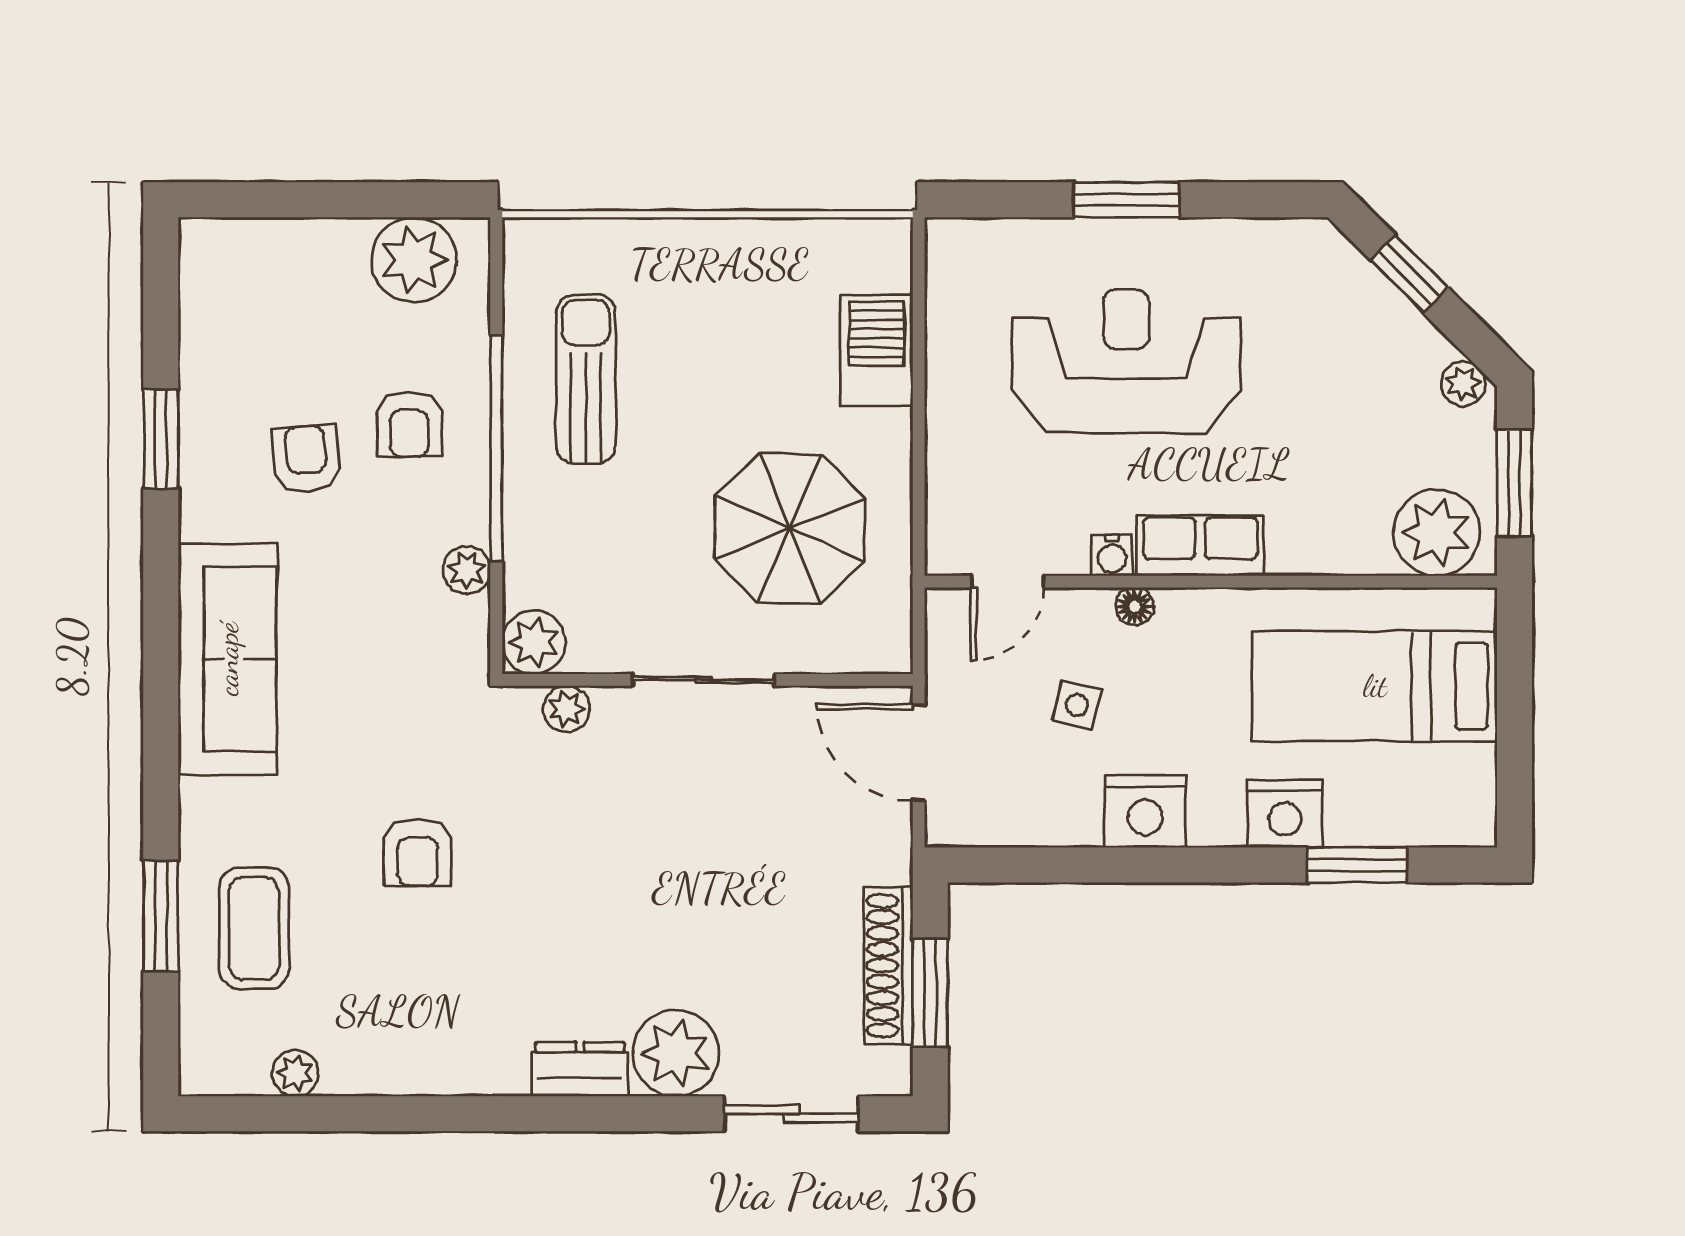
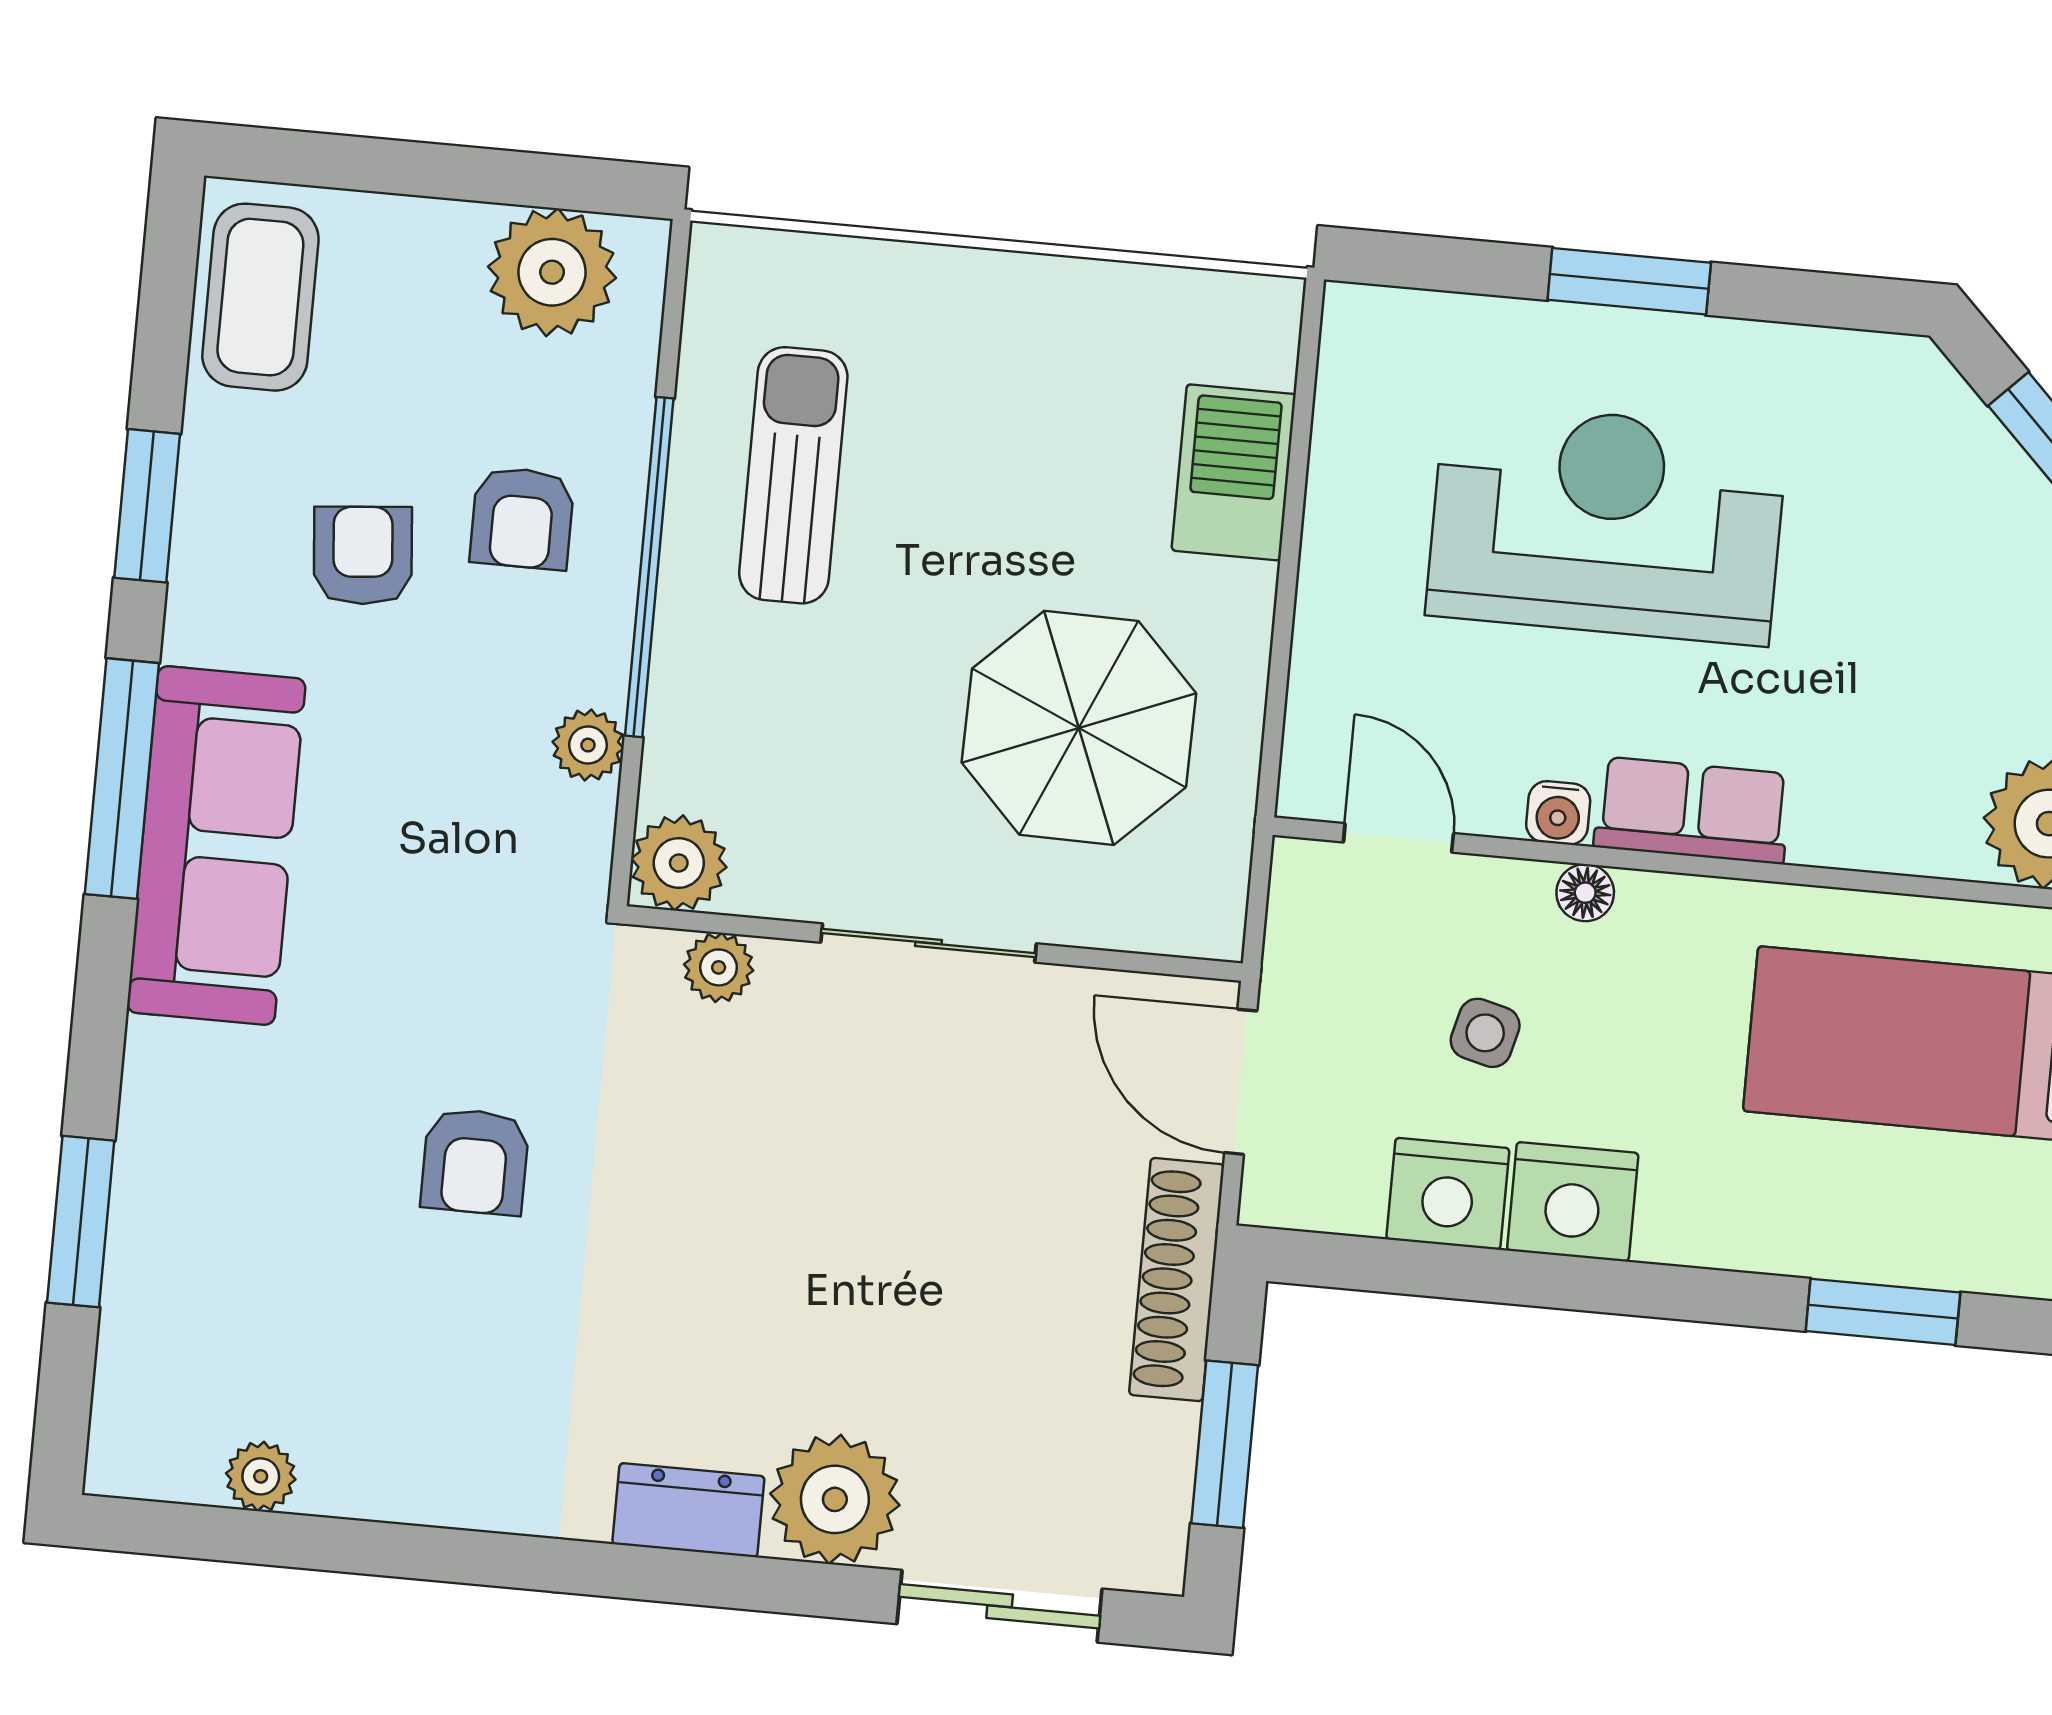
door: (1008, 582) -> (1398, 838), swing flipped
window: (161, 621) -> (122, 779), added
nightstand: (1285, 814) -> (1448, 1194), moved
coffee table: (254, 928) -> (260, 297), moved
shoe rack: (888, 966) -> (1177, 1280), moved

